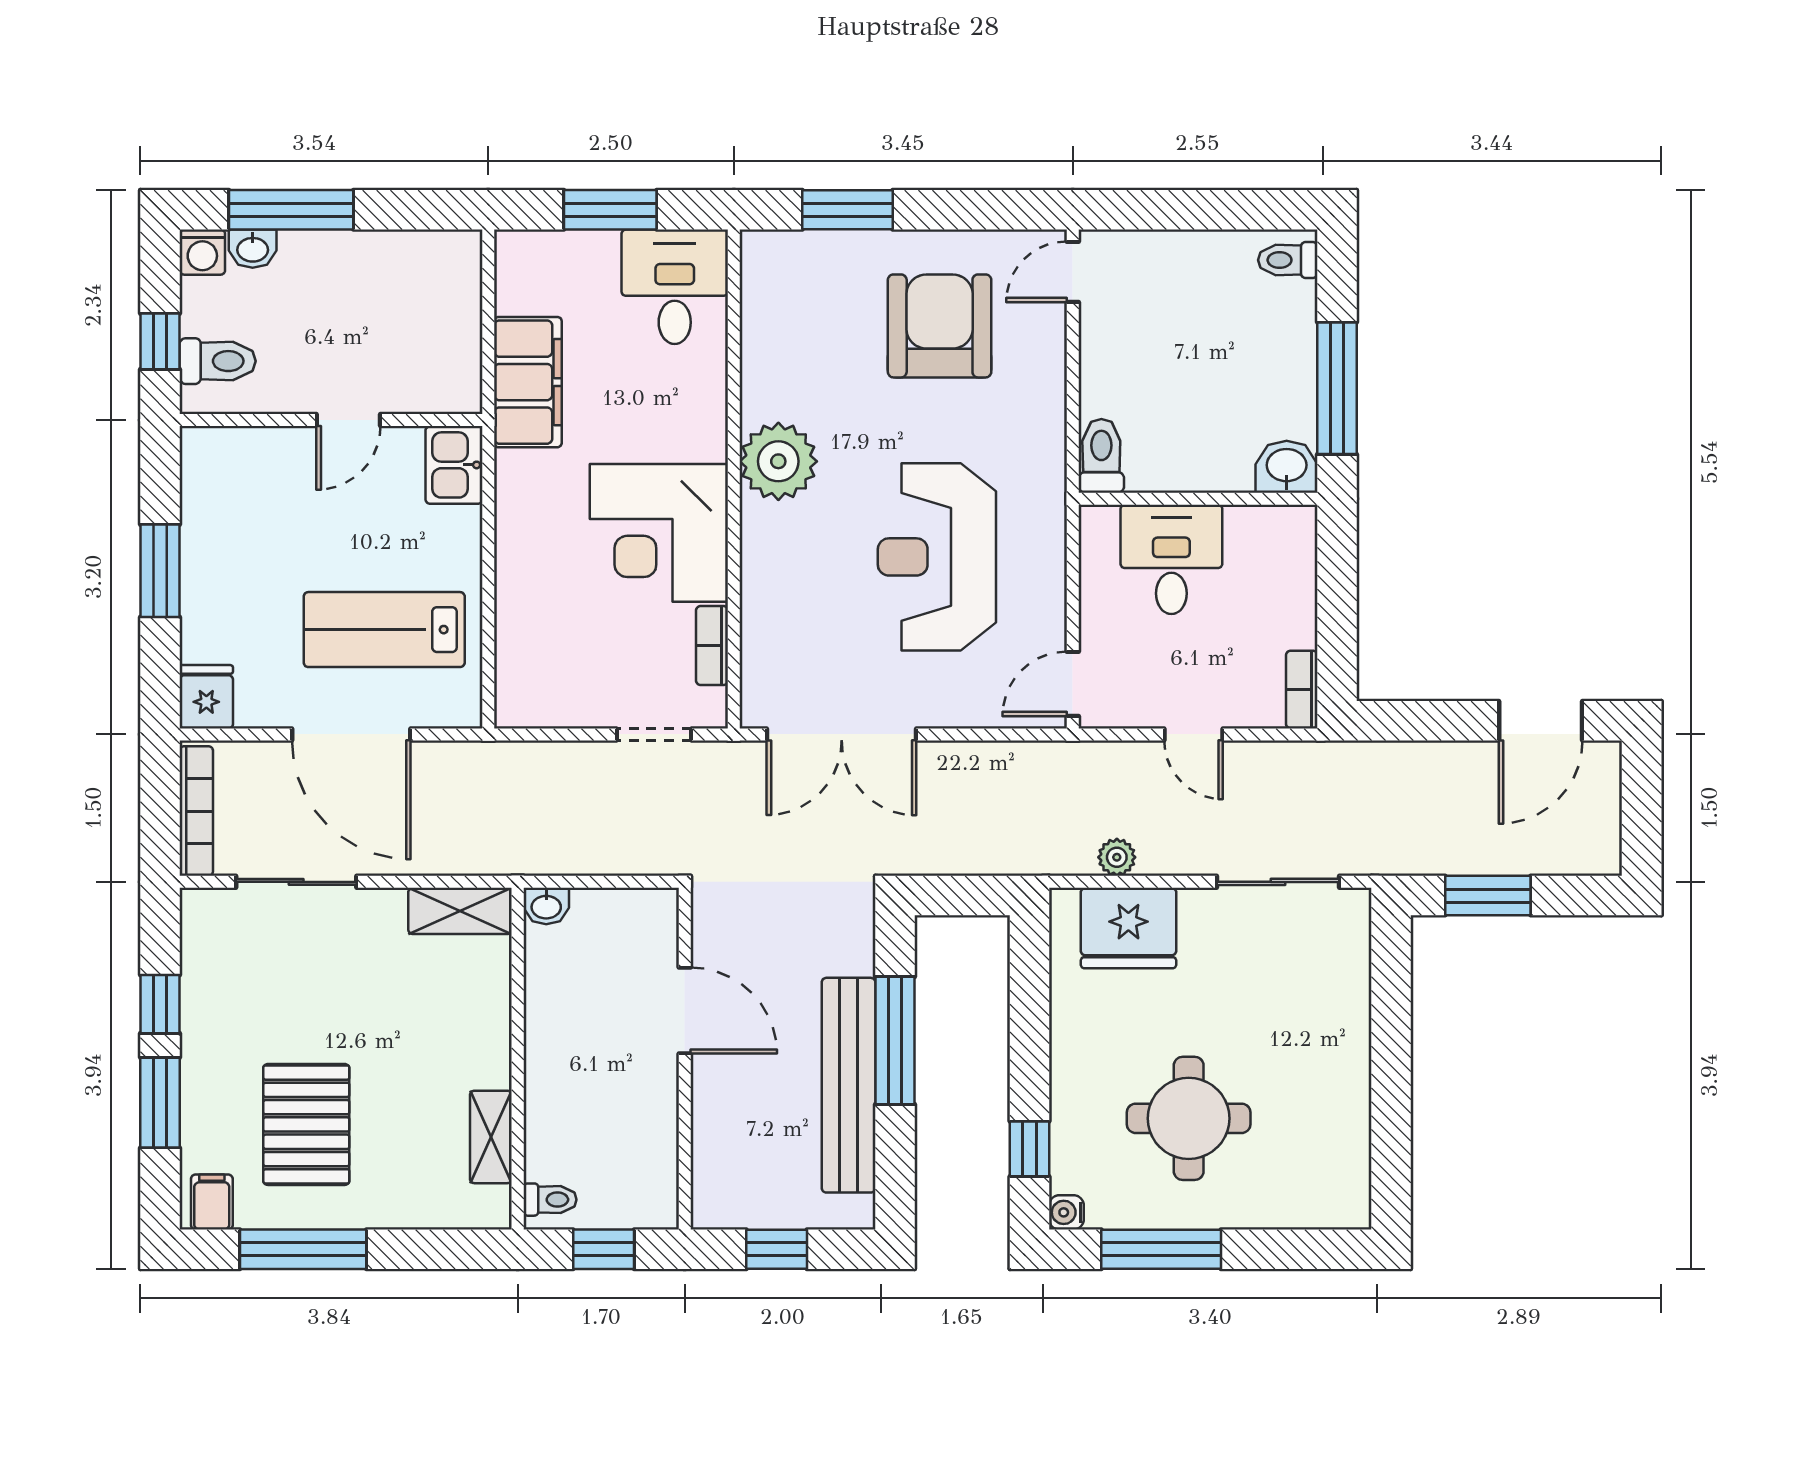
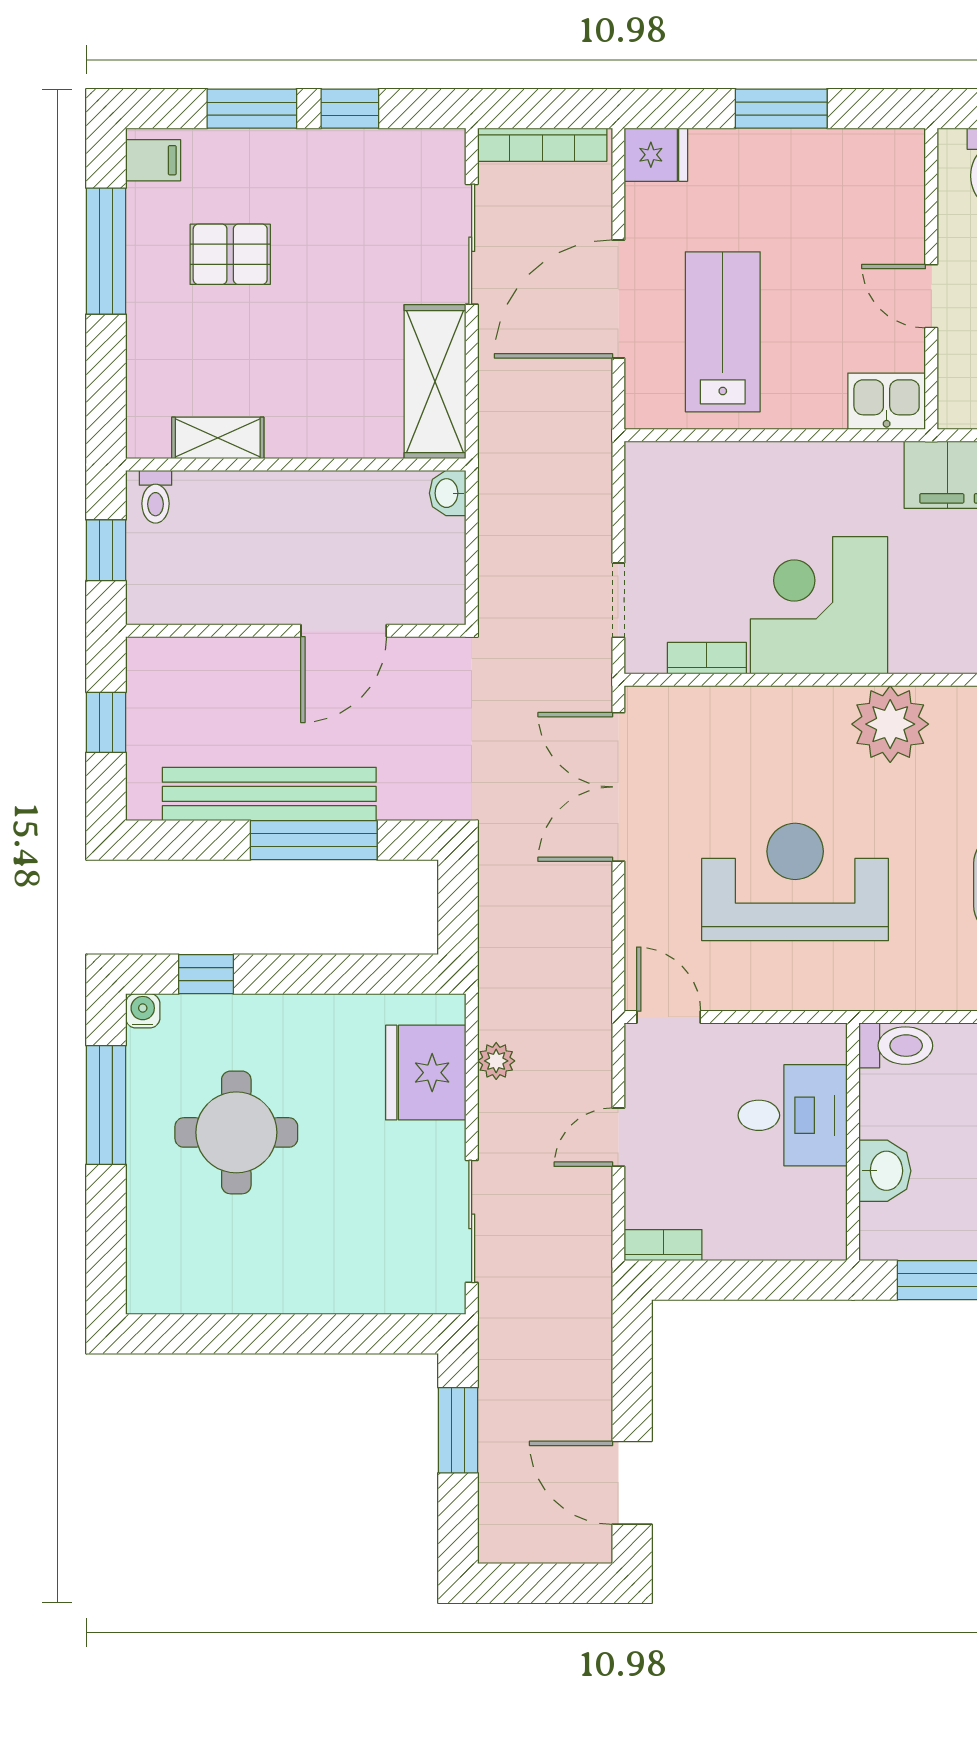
washbasin: (1287, 467) -> (885, 1171), moved
shelving: (460, 911) -> (435, 382), width x1.50, depth x1.33
pallet: (306, 1124) -> (230, 254), width x0.67, depth x0.71

